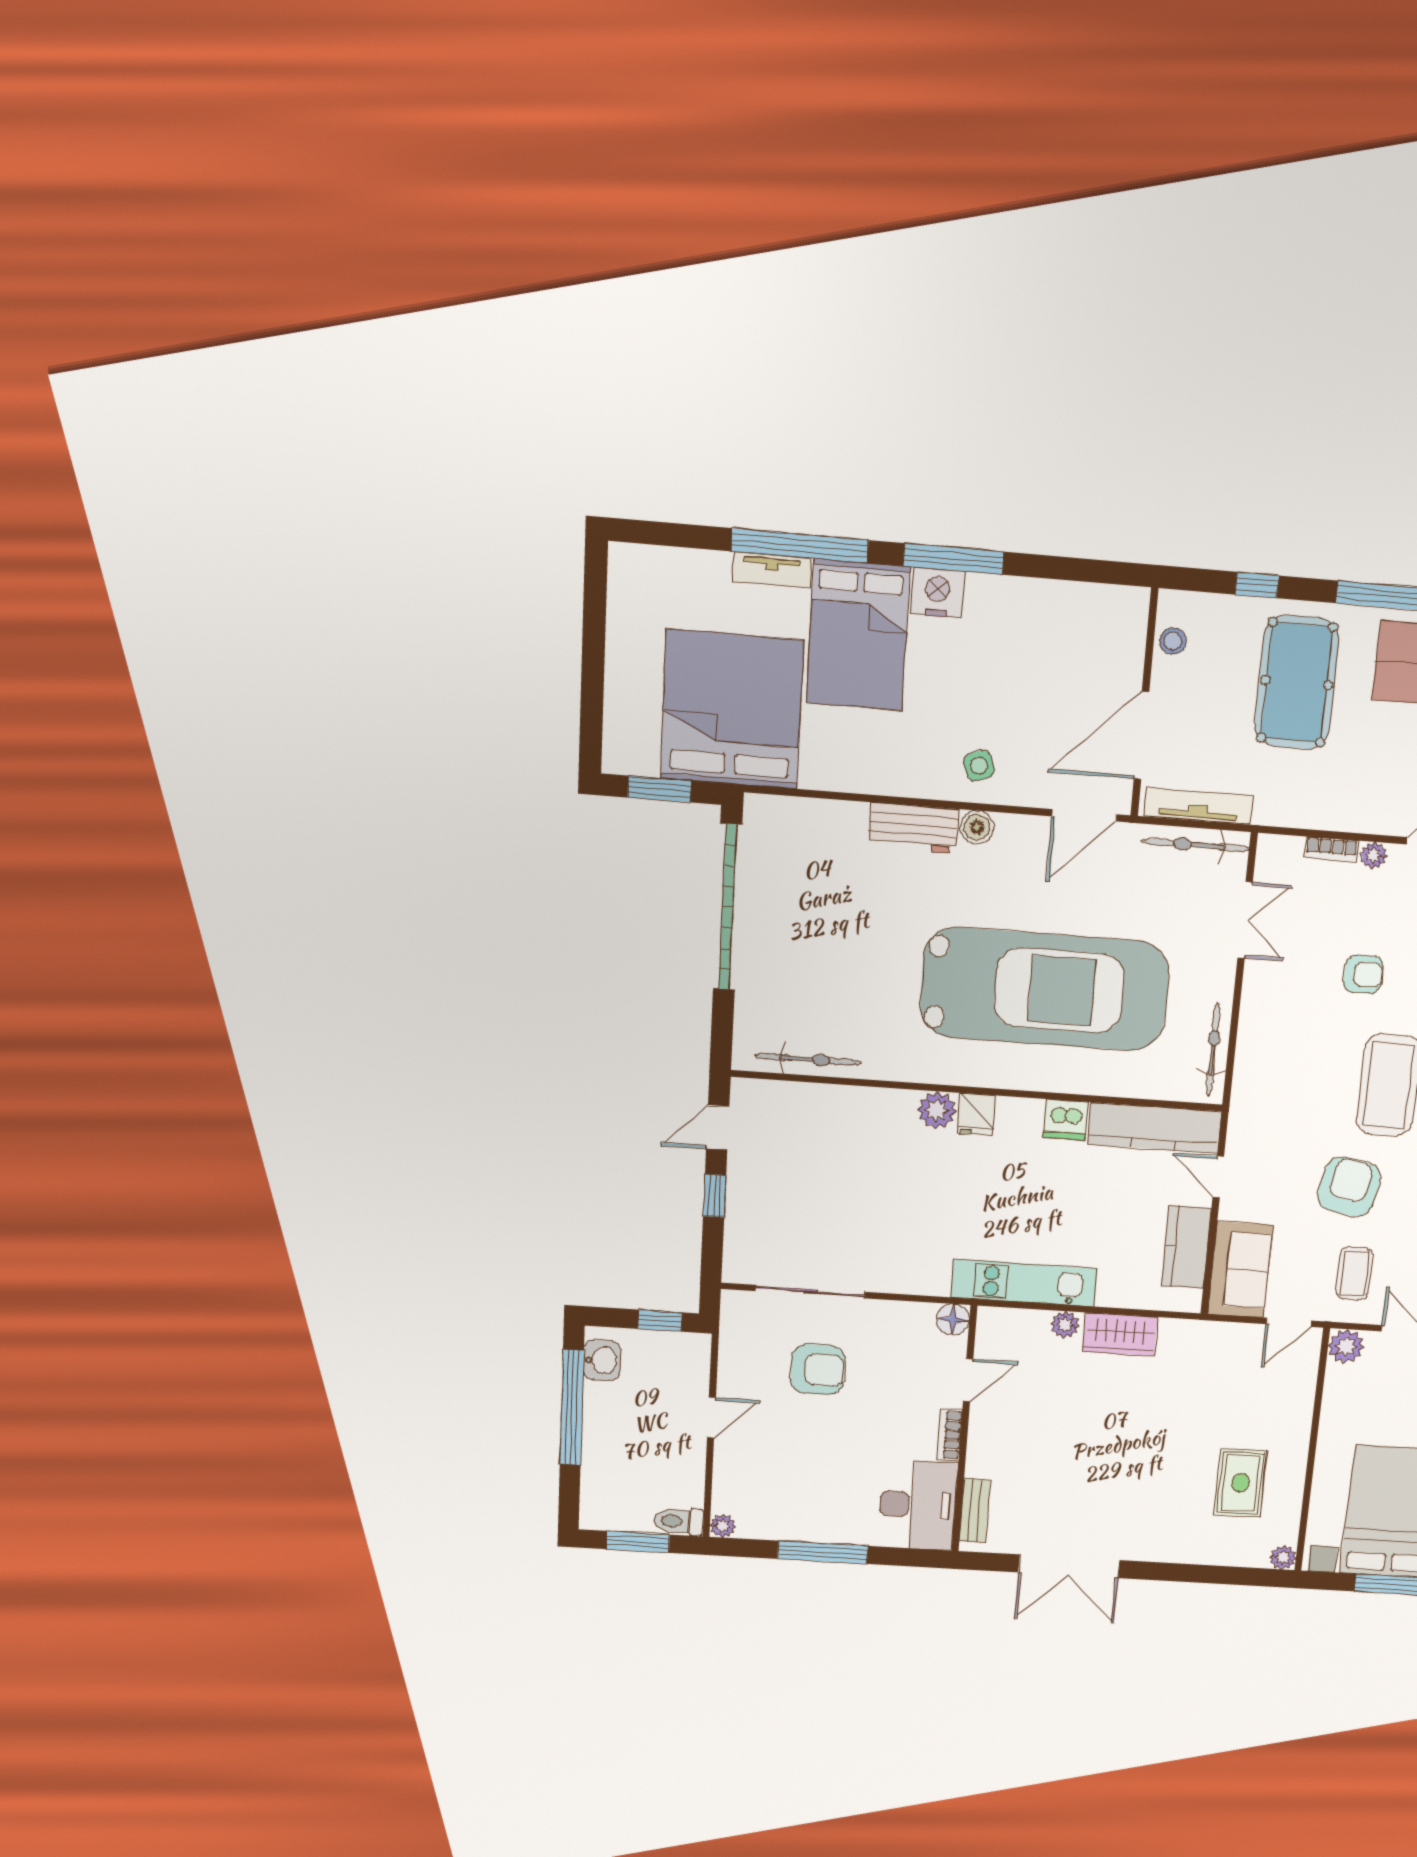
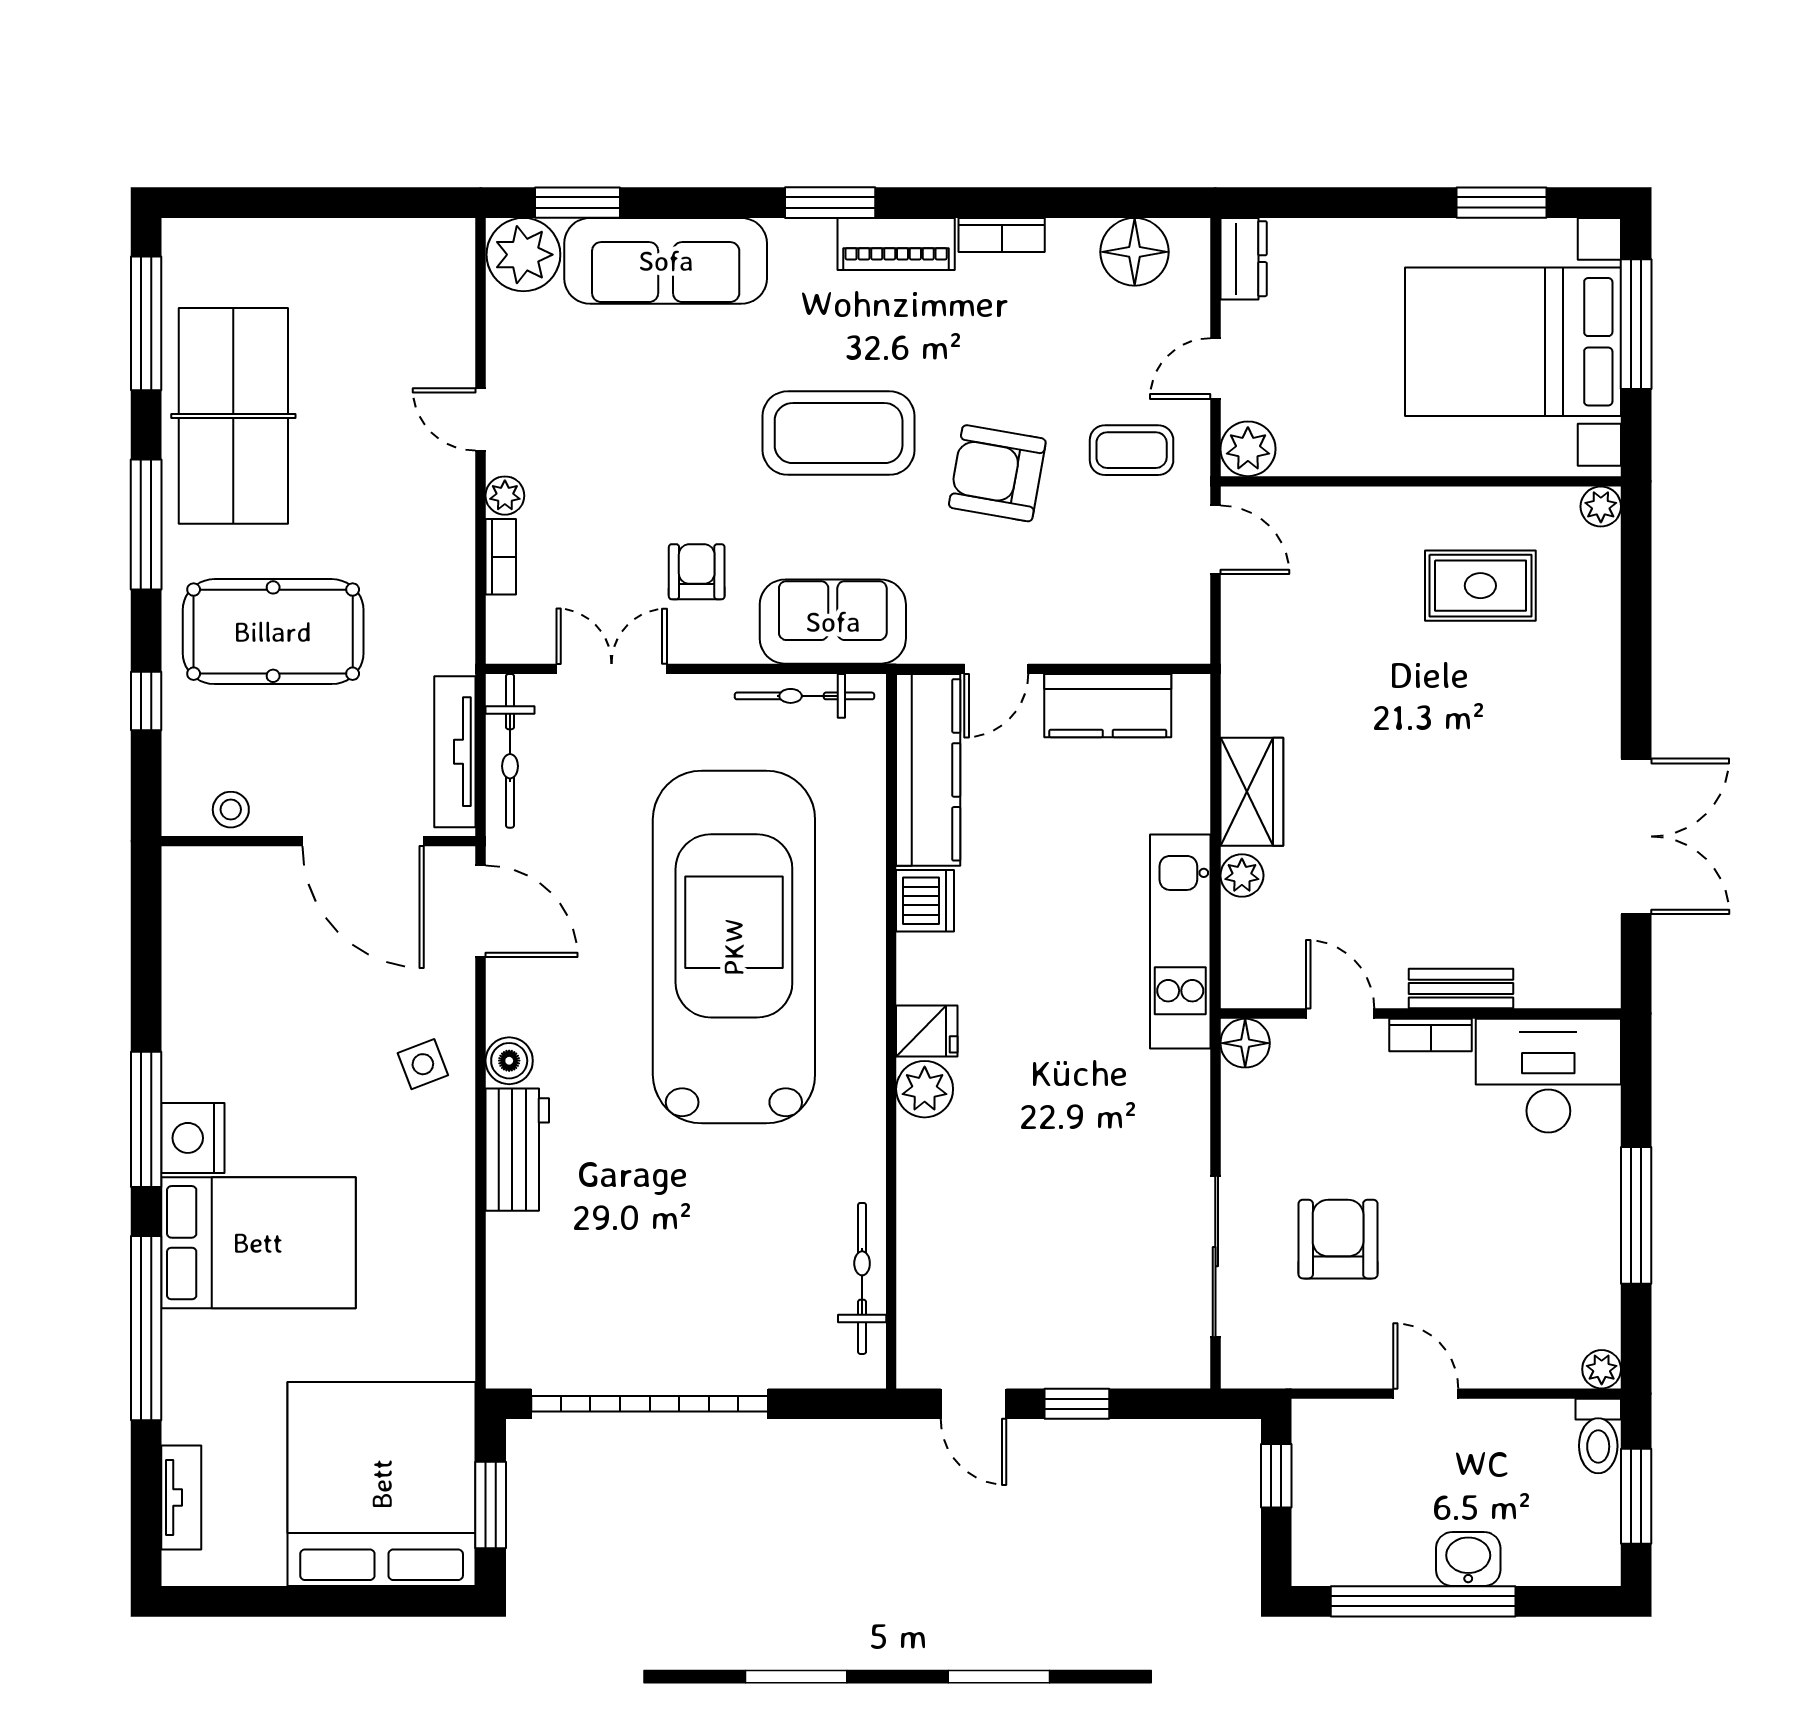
tv unit: (772, 570) -> (181, 1498), moved
bed: (732, 710) -> (382, 1484), moved, turned 90
armchair: (1363, 974) -> (697, 572), moved
sofa: (1240, 1270) -> (833, 622), moved
washbasin: (602, 1360) -> (1468, 1559), moved
bench: (975, 1511) -> (1461, 989), moved

